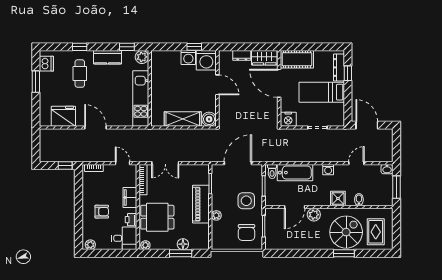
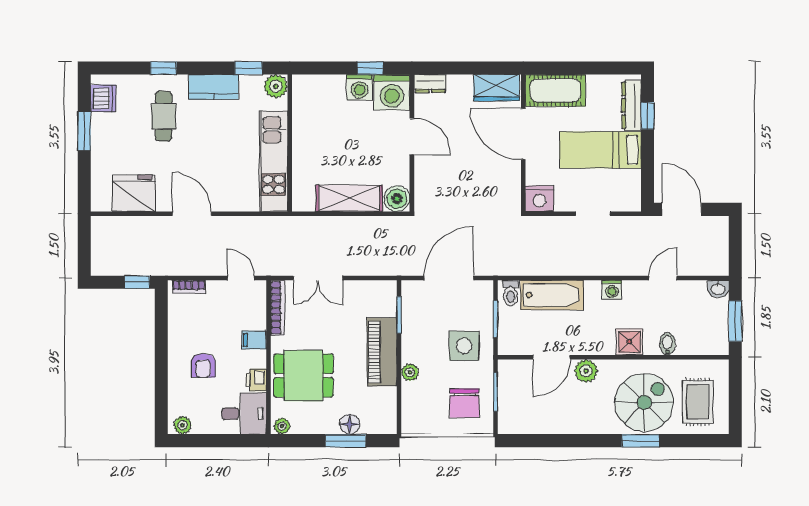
dresser: (242, 55) -> (430, 84), moved
filing cabinet: (130, 197) -> (254, 340), width x0.50
armchair: (102, 212) -> (203, 365), turned 90

